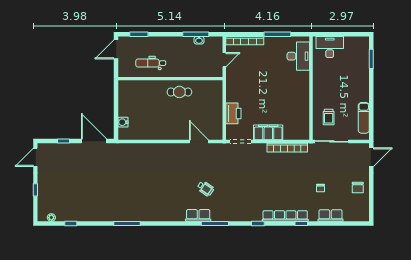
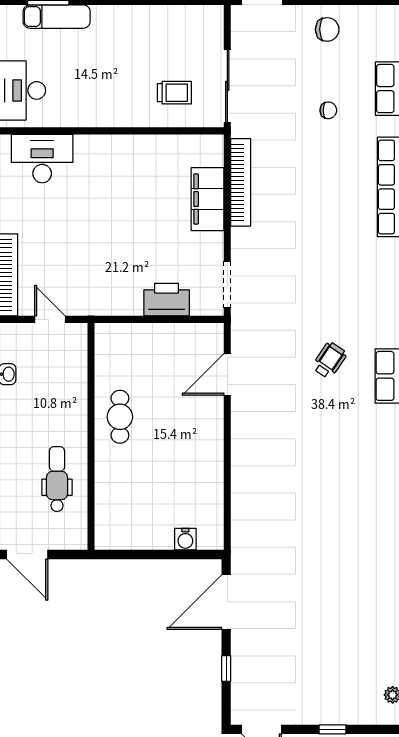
dental chair: (151, 63) -> (57, 479), turned 180
exam couch: (364, 118) -> (57, 17), moved
filing cabinet: (268, 132) -> (208, 199), moved

